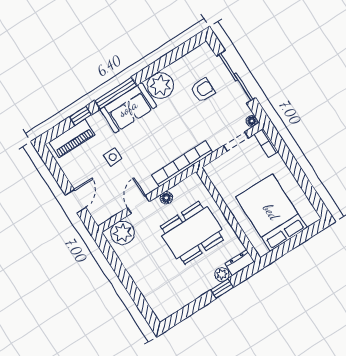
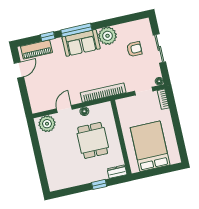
sliding door: (236, 77) -> (159, 48), width x0.73
side table: (113, 157) -> (59, 72), removed
door: (76, 201) -> (19, 70), moved
dining table: (192, 233) -> (93, 140), width x0.73
plant: (222, 274) -> (102, 175), removed

